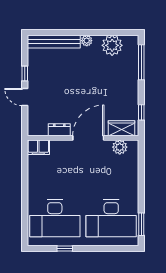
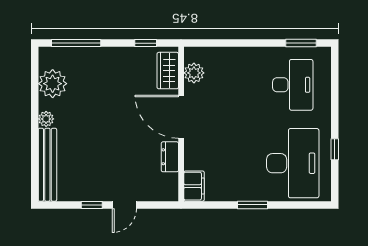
window: (25, 189) -> (253, 205), added
desk: (111, 218) -> (293, 85), width x0.73, depth x0.77

